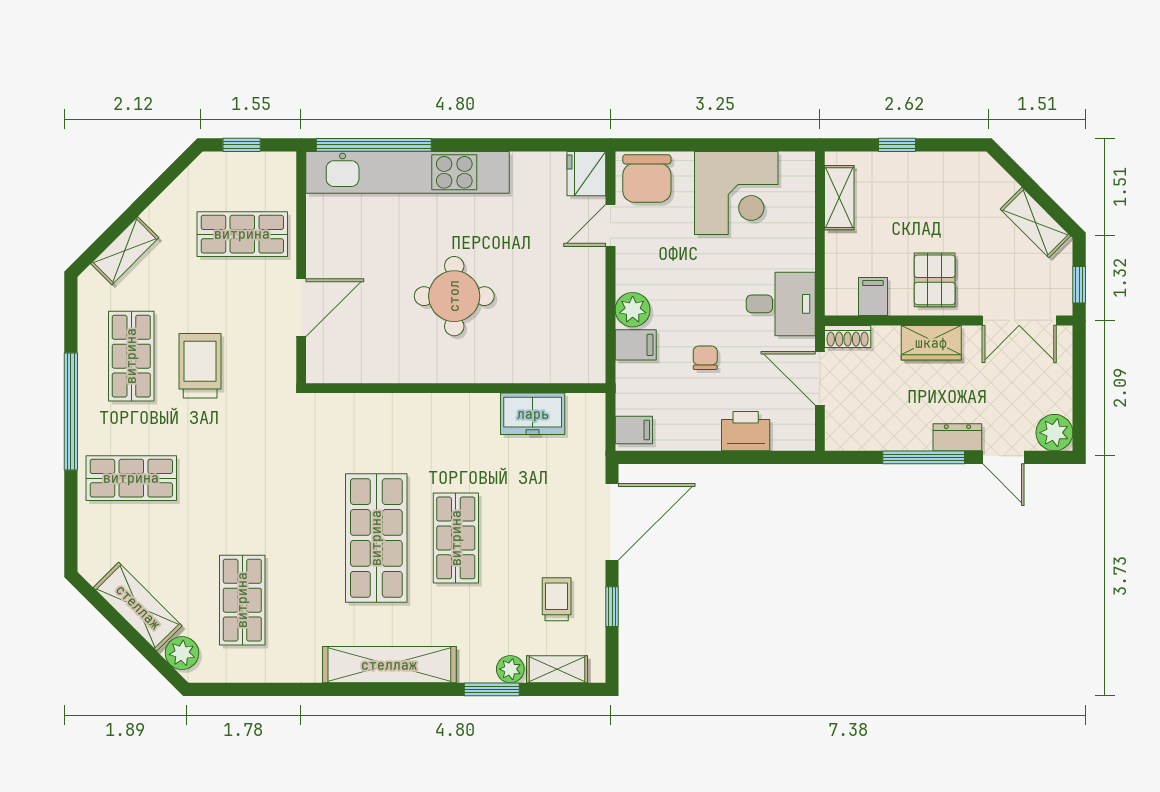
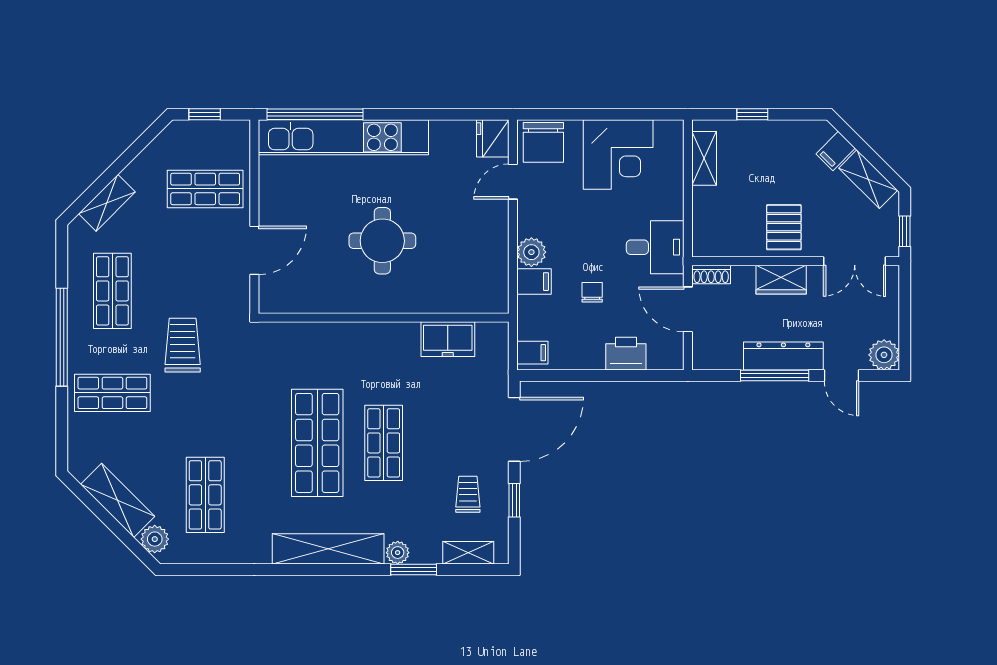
filing cabinet: (873, 296) -> (836, 151), moved, turned -135
trolley: (200, 366) -> (183, 345), moved
dresser: (957, 437) -> (783, 356), width x1.96, depth x1.24
plant: (510, 669) -> (398, 553), moved

